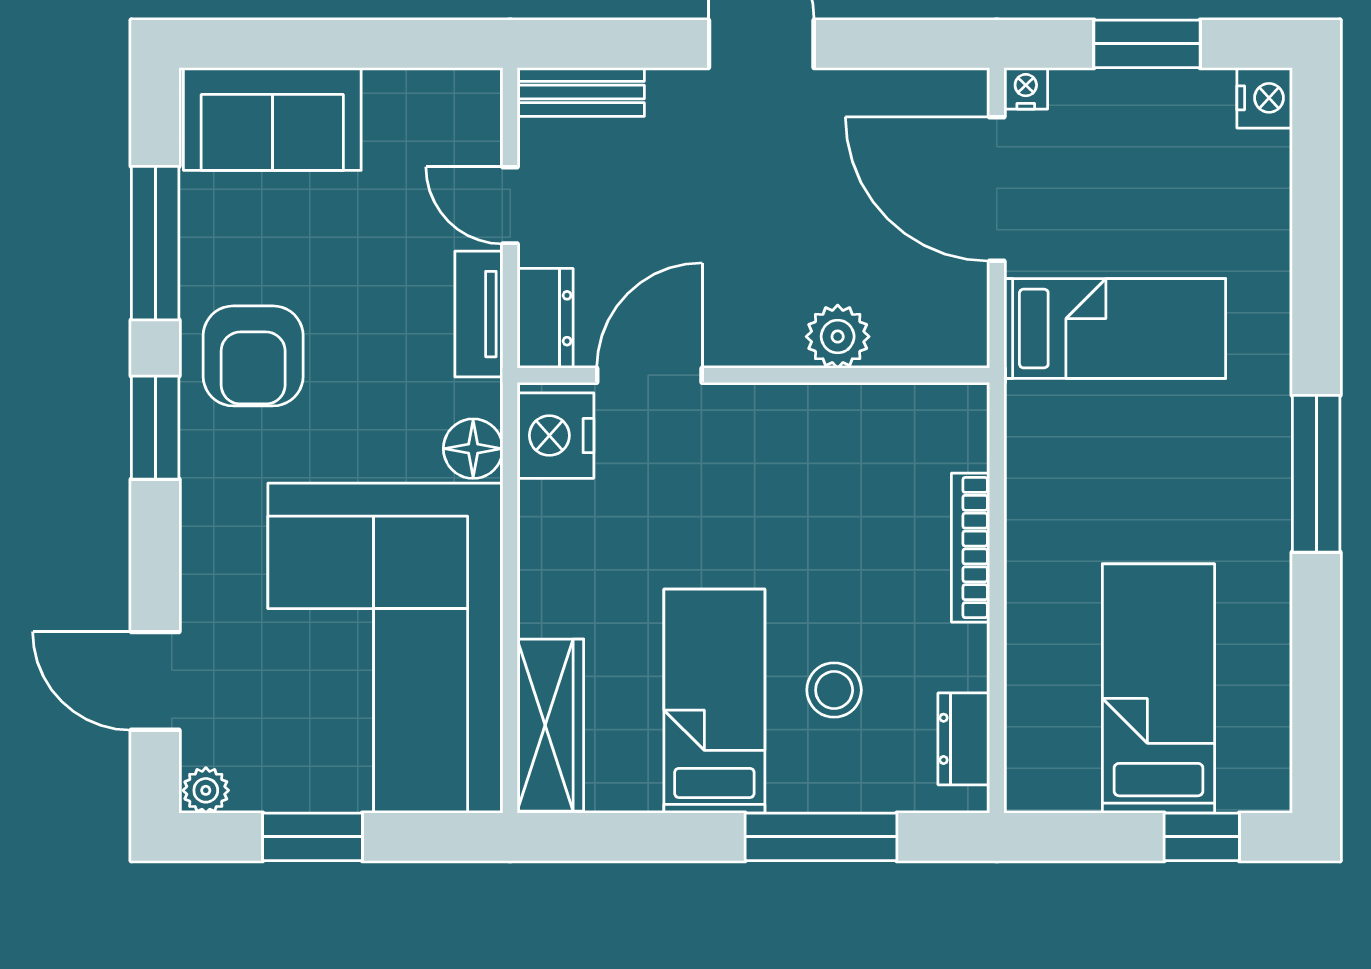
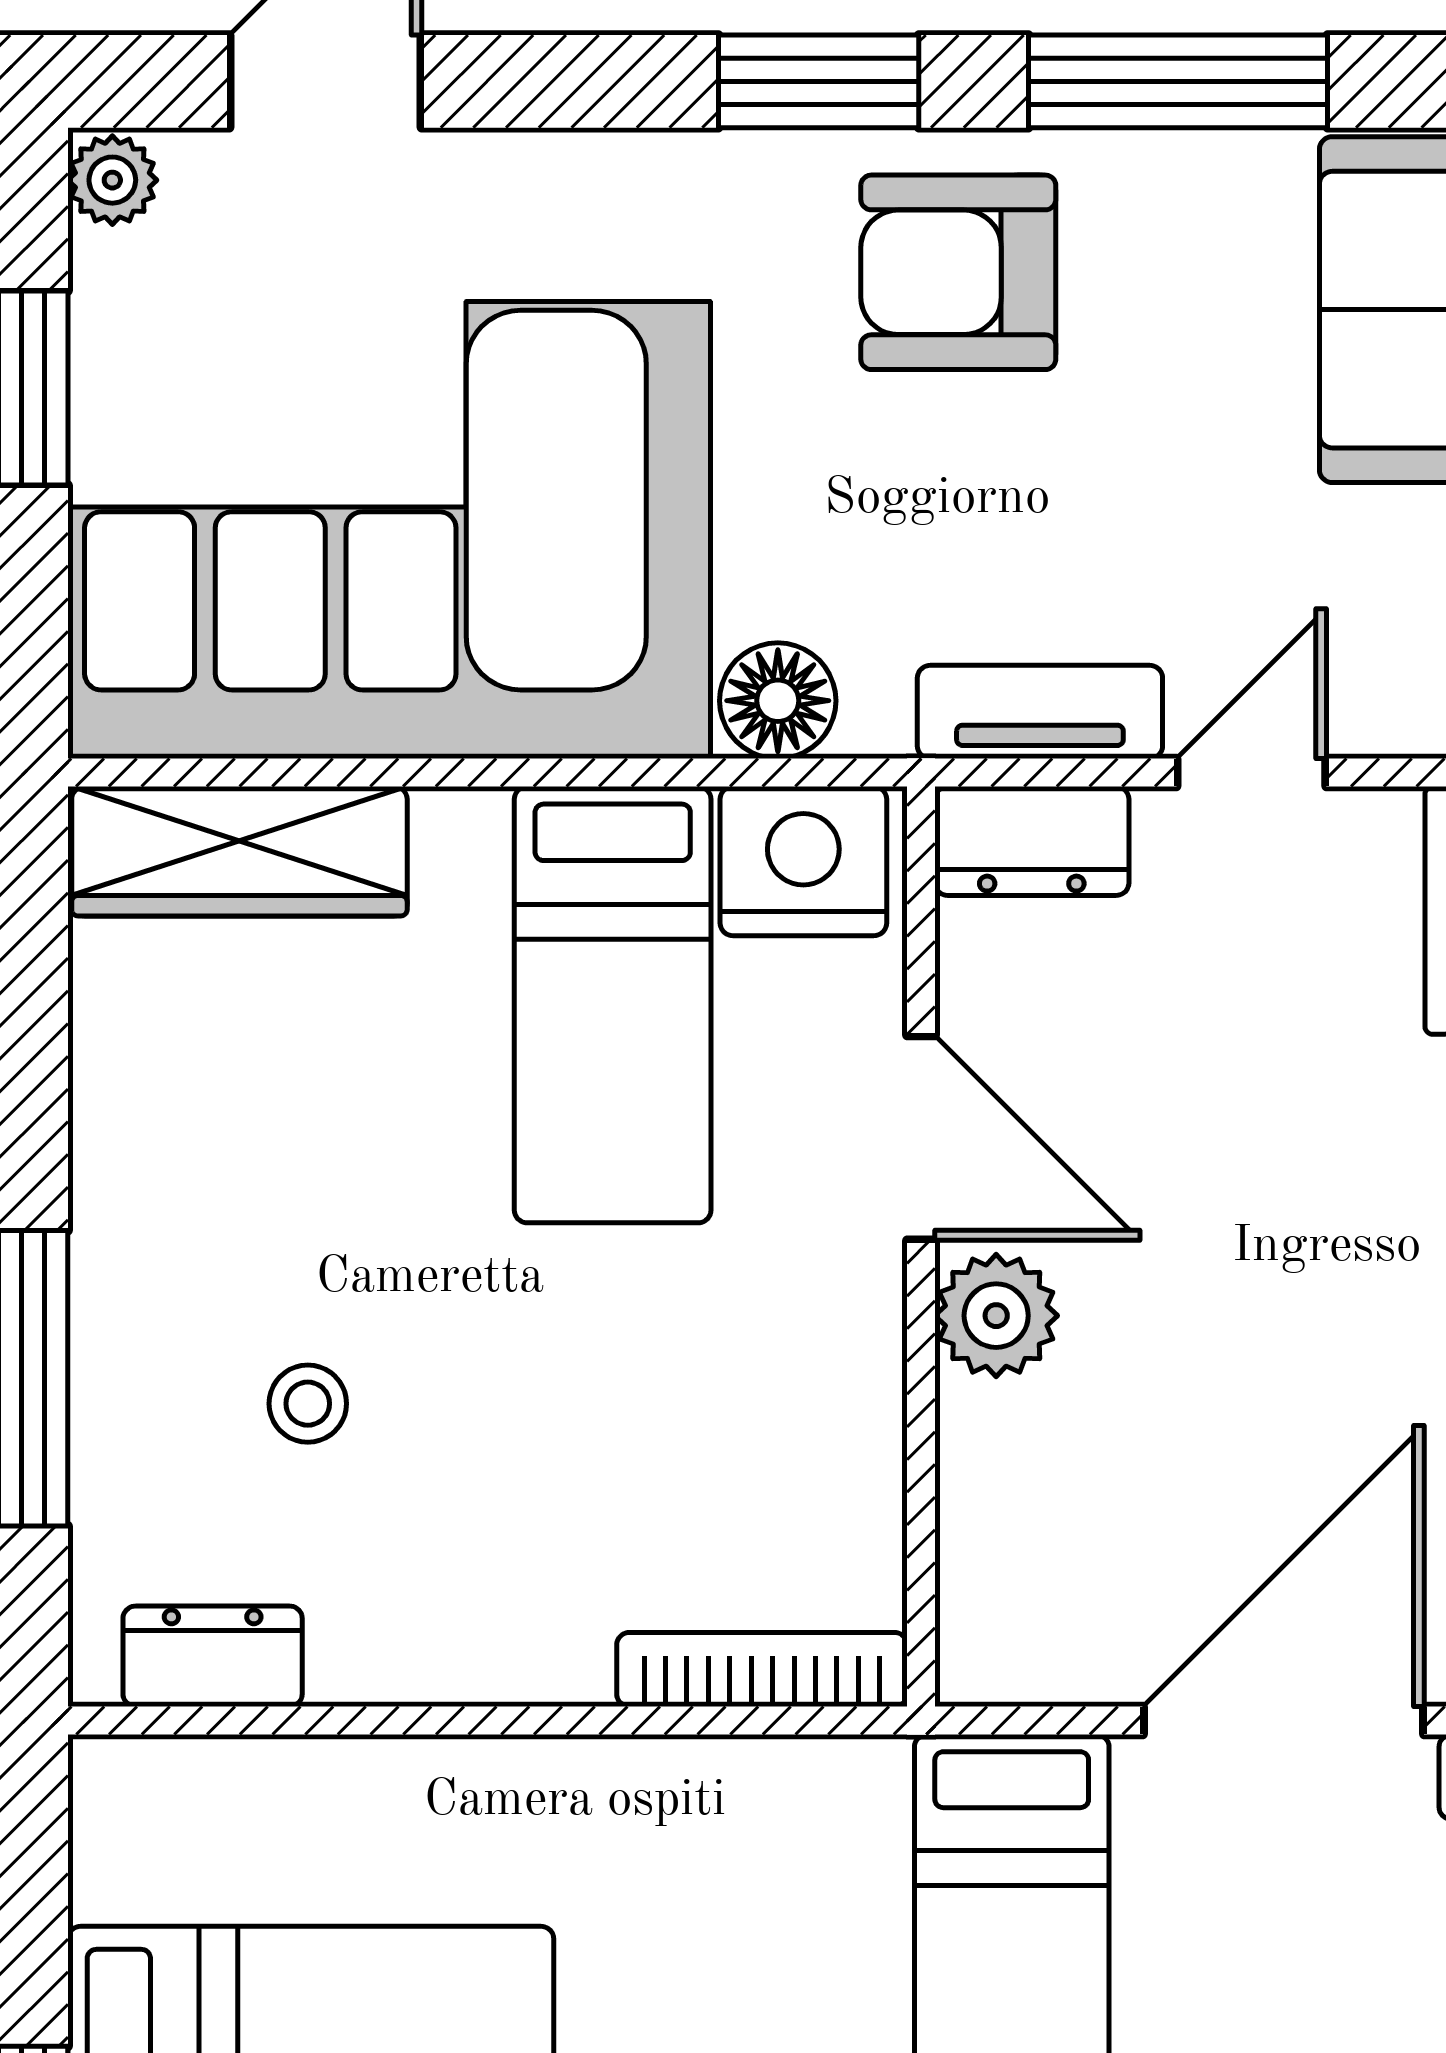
plant: (838, 337) -> (996, 1316), moved
door: (649, 375) -> (921, 1138), moved
bookcase: (971, 548) -> (762, 1669), moved
stool: (834, 690) -> (308, 1404), width x0.73, depth x0.73
bed: (714, 701) -> (613, 1005), moved, turned 90

